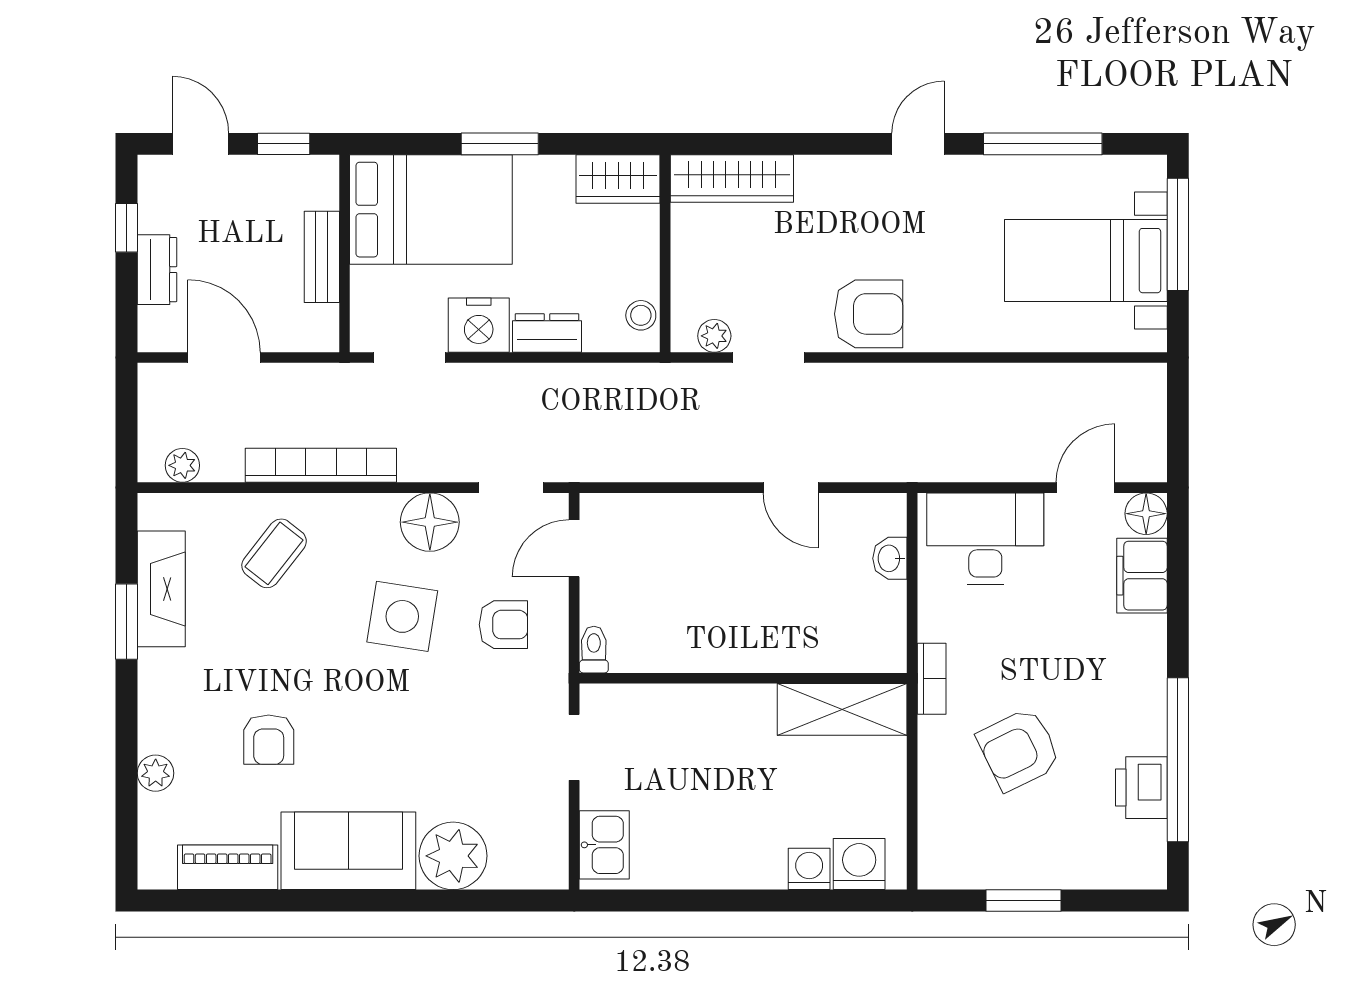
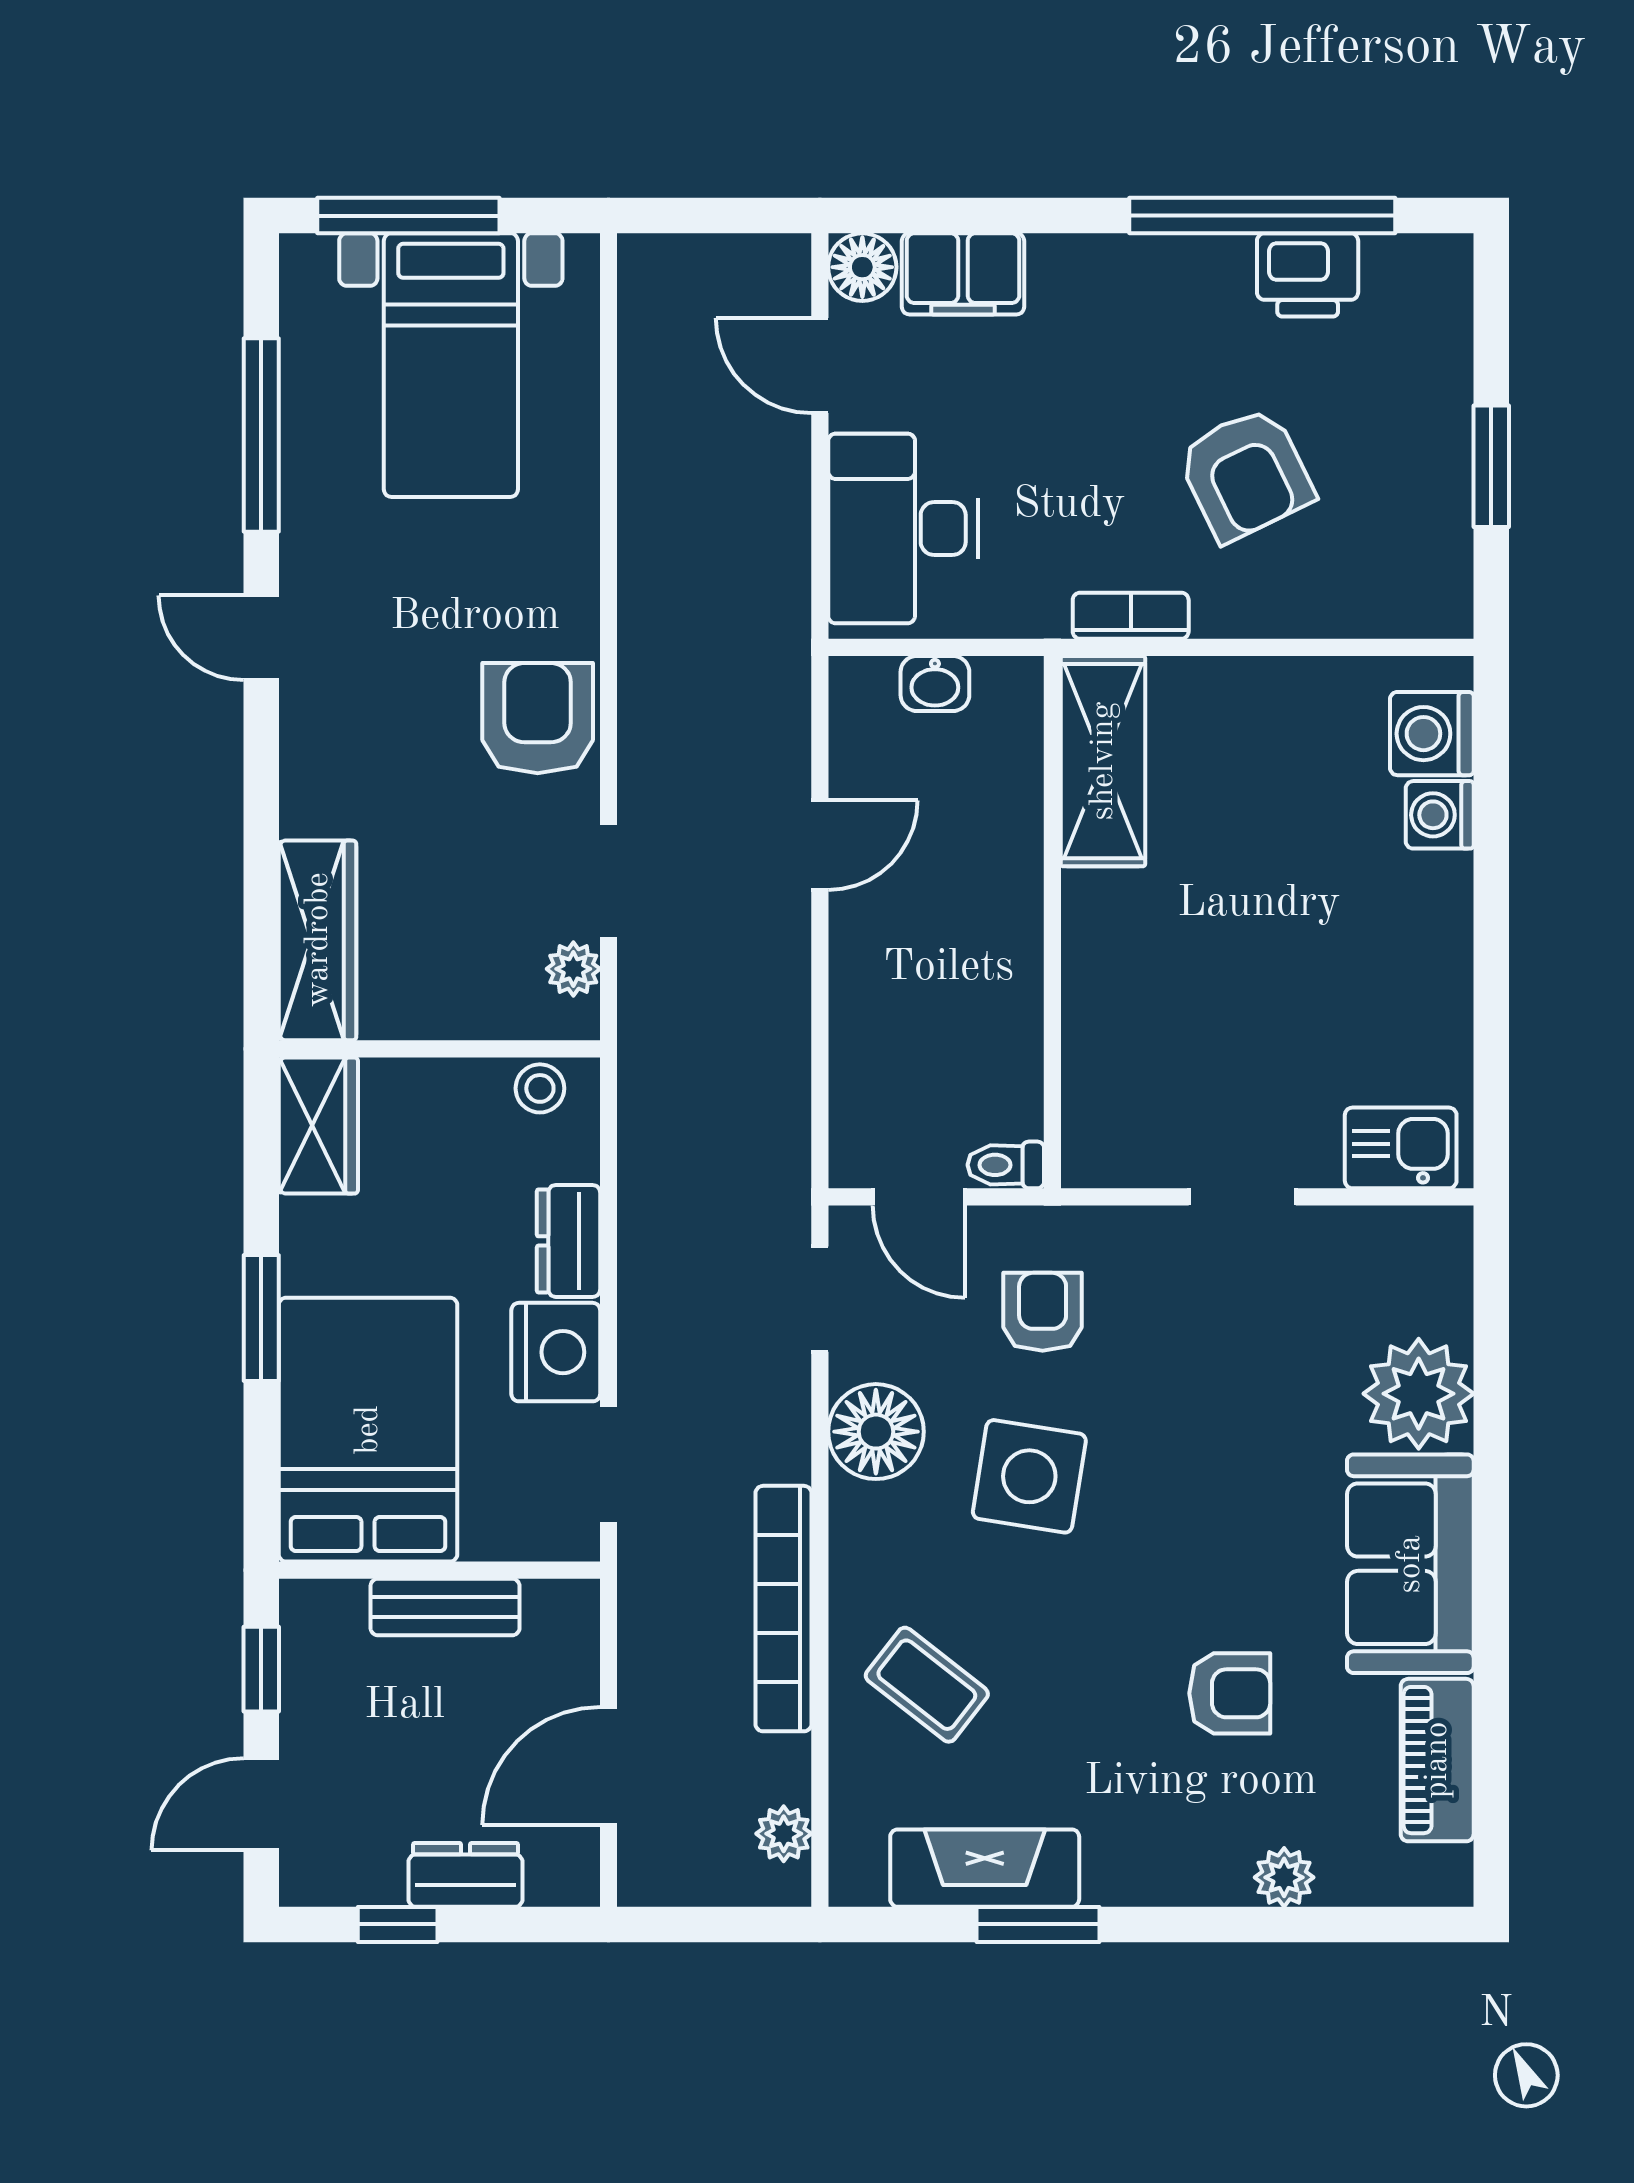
toilet: (594, 650) -> (1006, 1165), moved
wall: (743, 678) -> (1052, 922), moved
shelving: (842, 709) -> (1103, 761), moved

